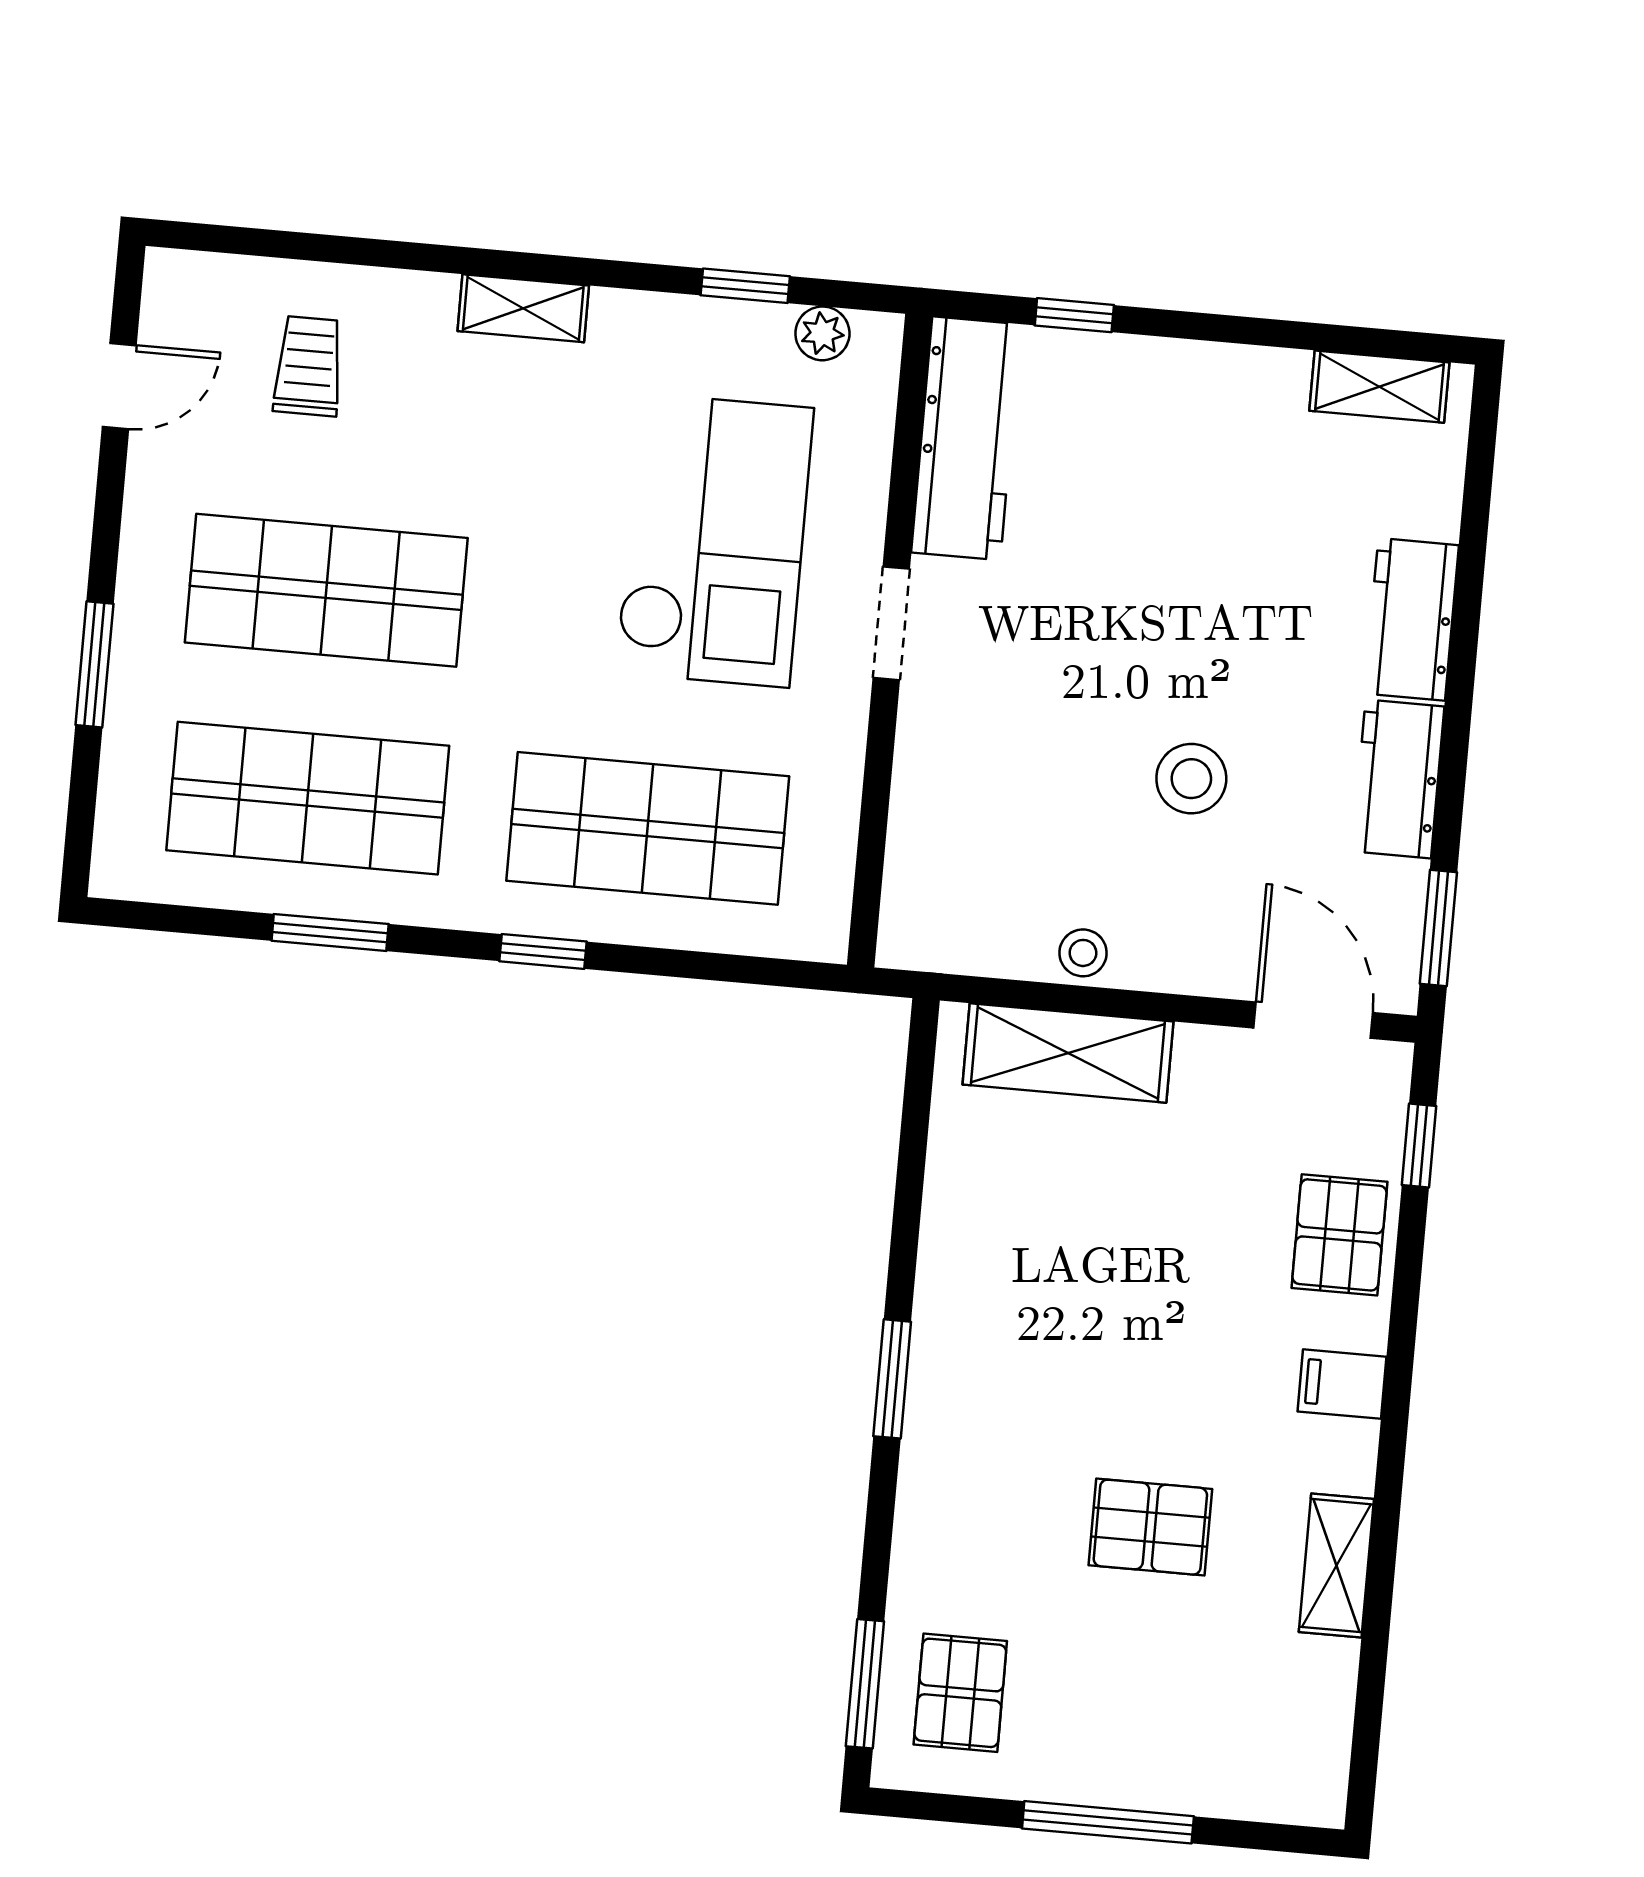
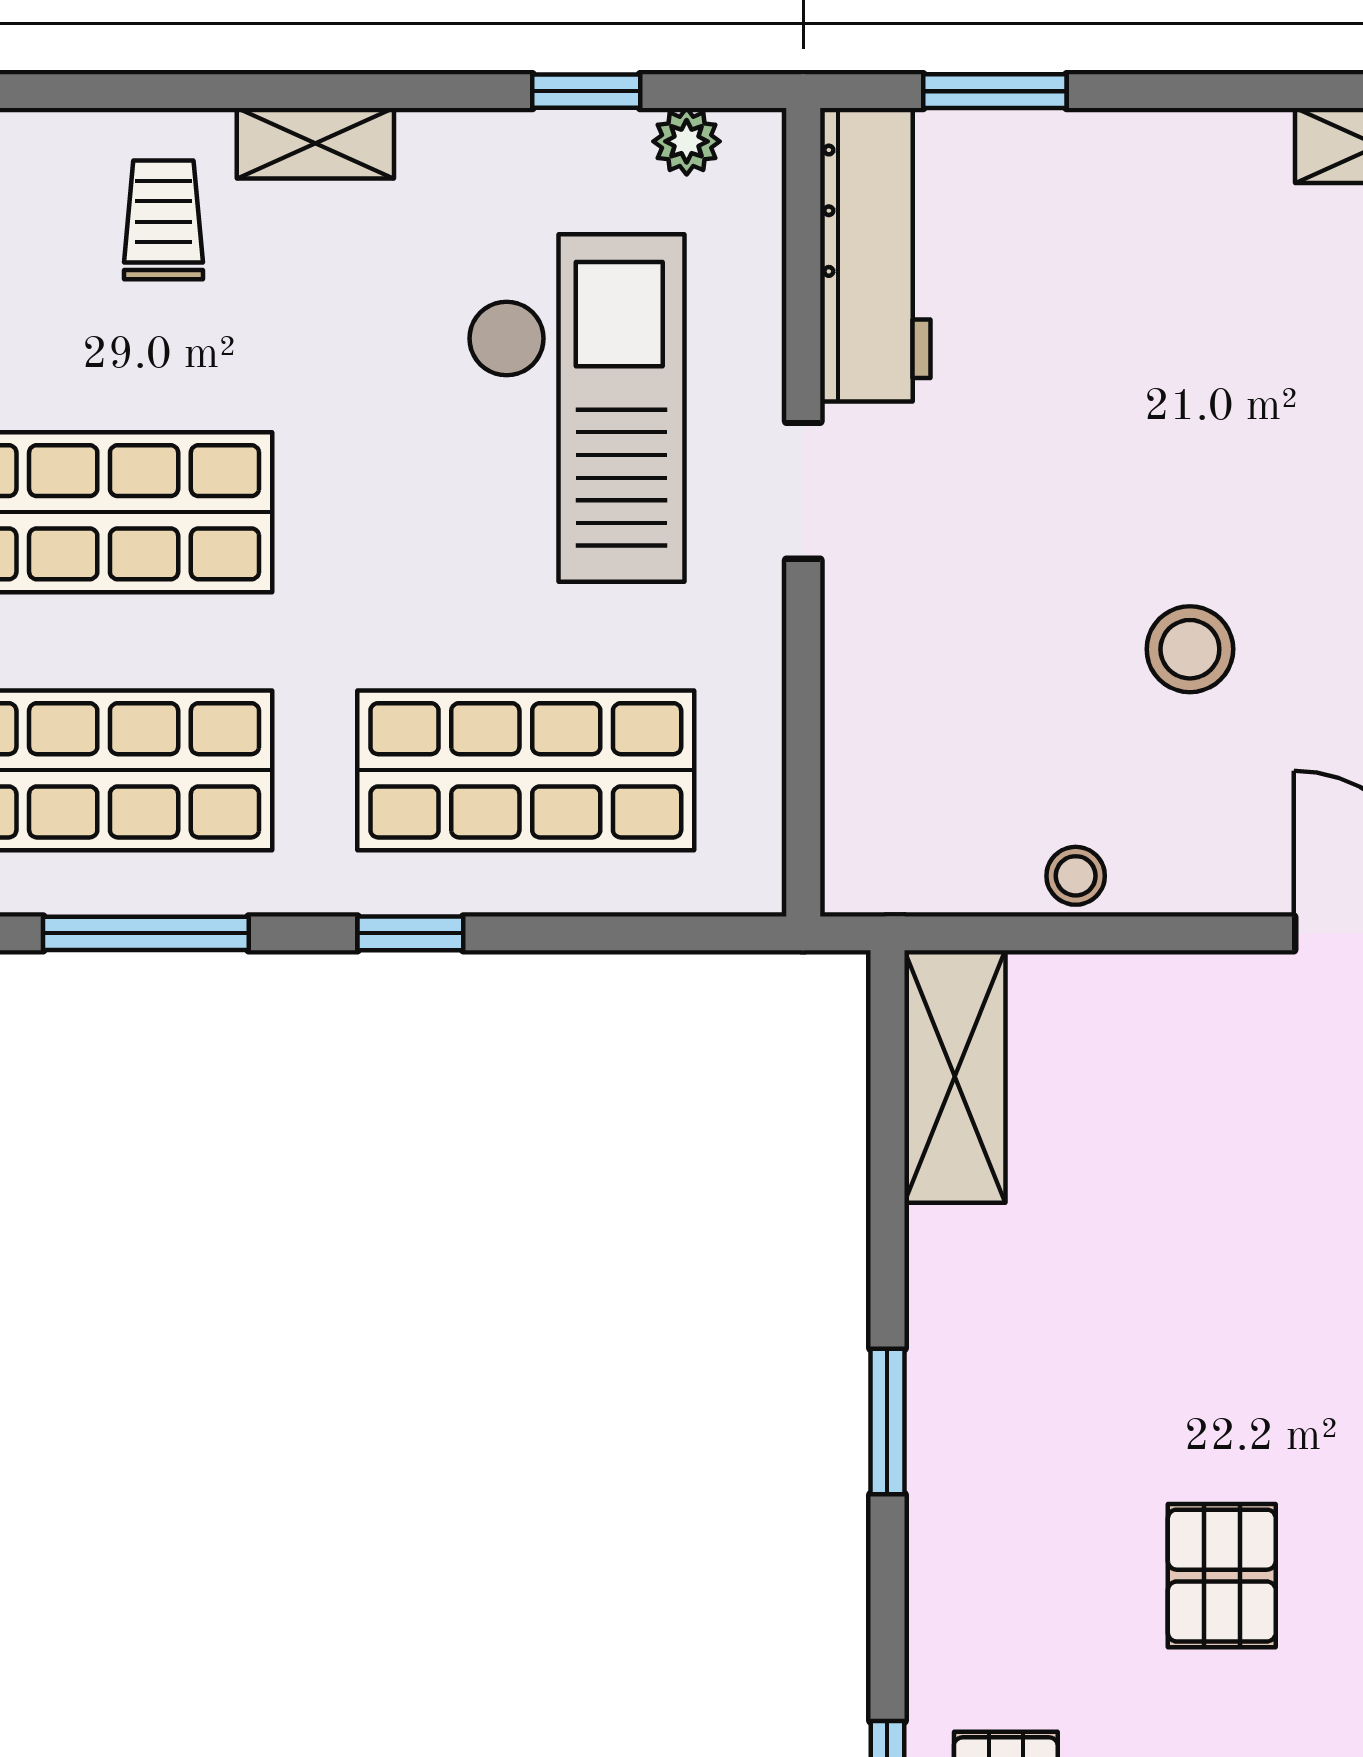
window: (1074, 315) -> (995, 91), width x1.50
trolley: (309, 366) -> (163, 220), moved
window: (330, 932) -> (146, 933), width x1.44
shelving: (1068, 1053) -> (955, 1077), moved, turned 90
pallet: (1150, 1527) -> (1222, 1576), turned 90

